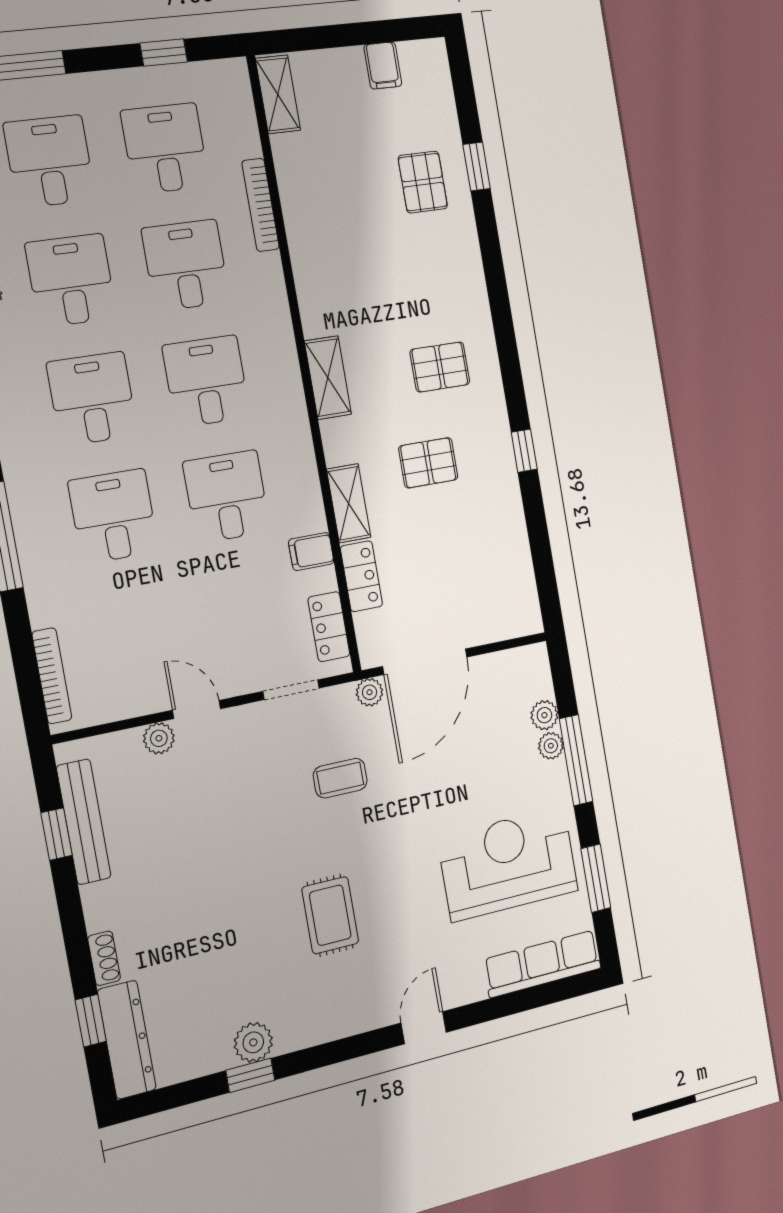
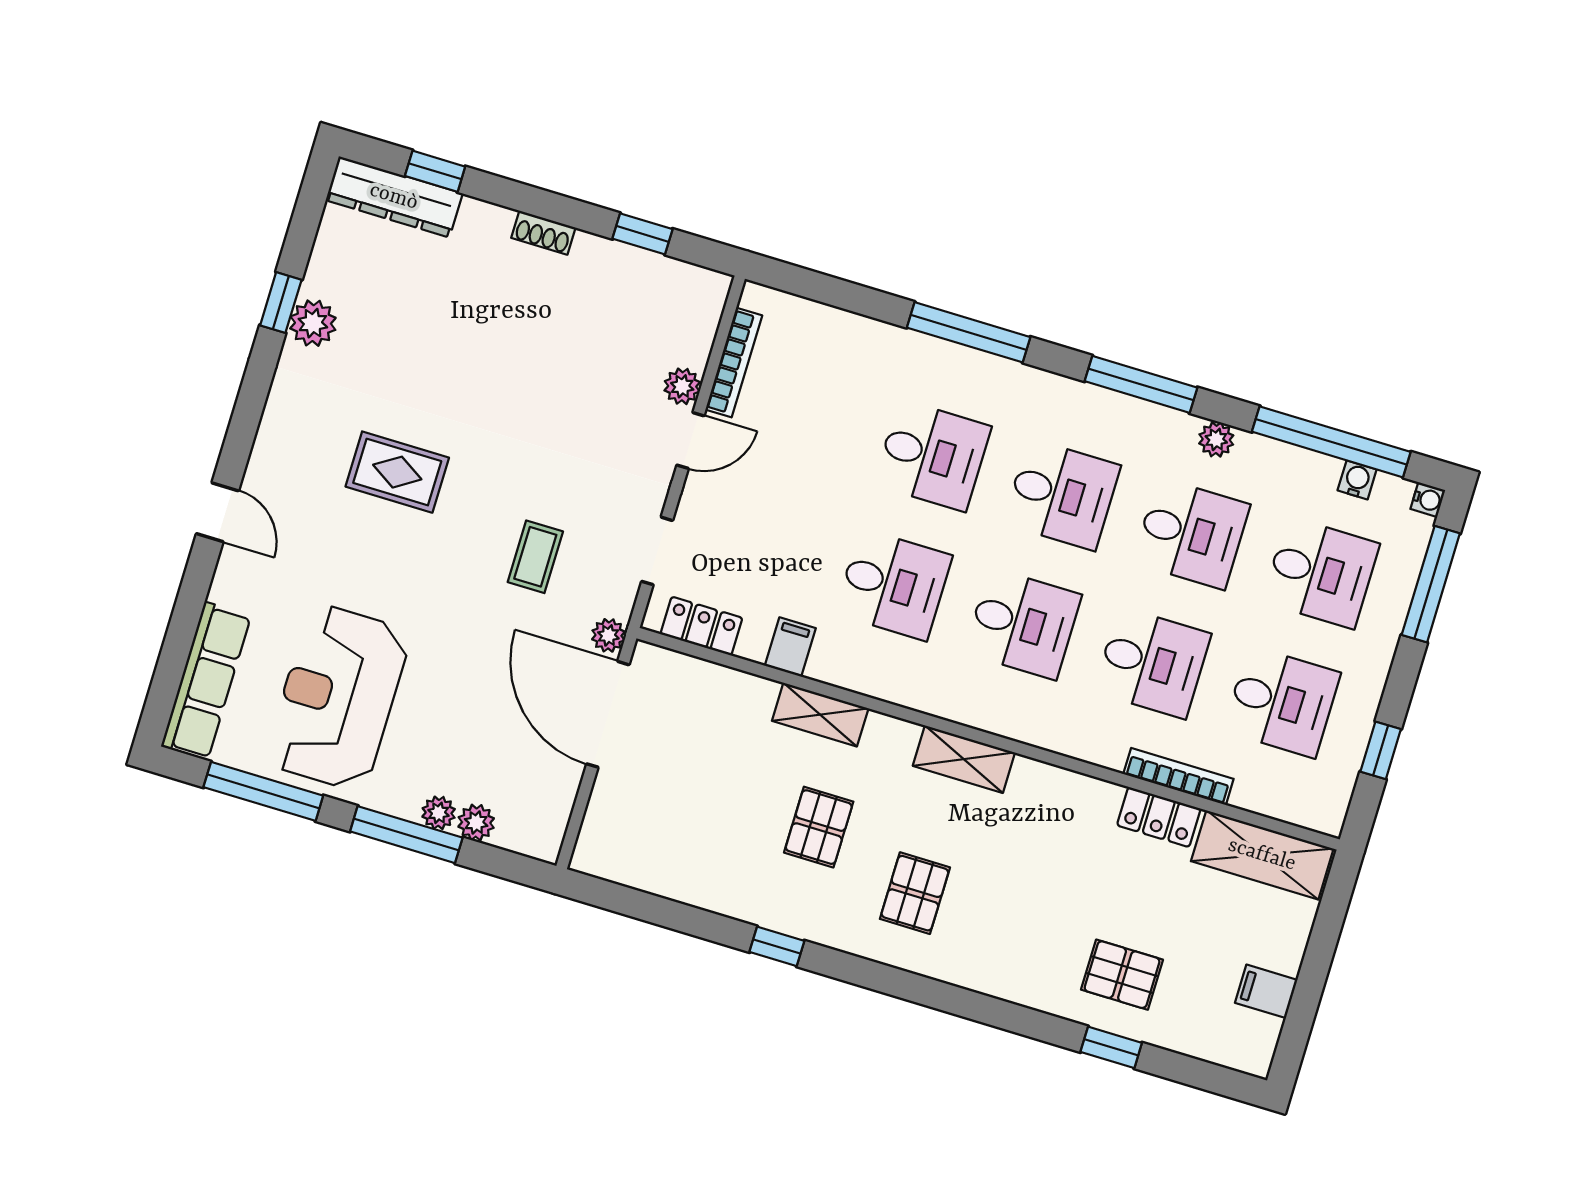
shelving: (278, 94) -> (1262, 855), width x1.50, depth x1.33
locker: (361, 576) -> (1159, 817), moved
bookcase: (52, 676) -> (734, 362), moved, turned -90
bench: (84, 822) -> (640, 267), removed
reception desk: (508, 864) -> (338, 697), turned 180
window: (596, 878) -> (263, 791), width x1.44
shoe rack: (104, 958) -> (543, 233), moved

